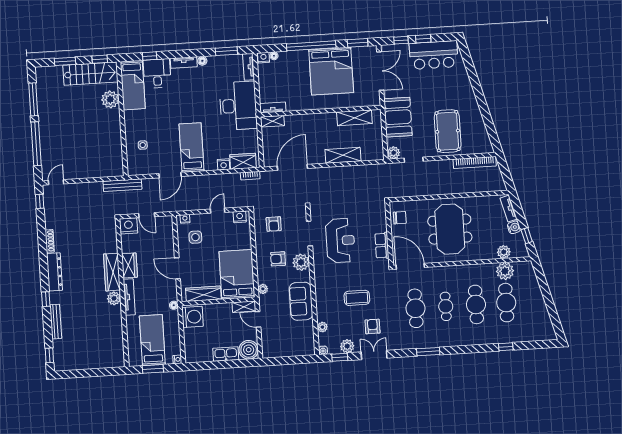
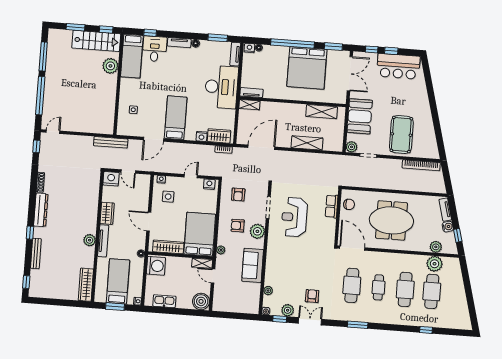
meeting table: (450, 229) -> (391, 220), turned 90
reception desk: (340, 241) -> (294, 217), turned 180
row of seats: (382, 246) -> (332, 206), moved
wardrobe: (112, 272) -> (86, 285), moved
coffee table: (357, 298) -> (302, 269), removed
kitchen sink: (226, 354) -> (164, 301), moved

